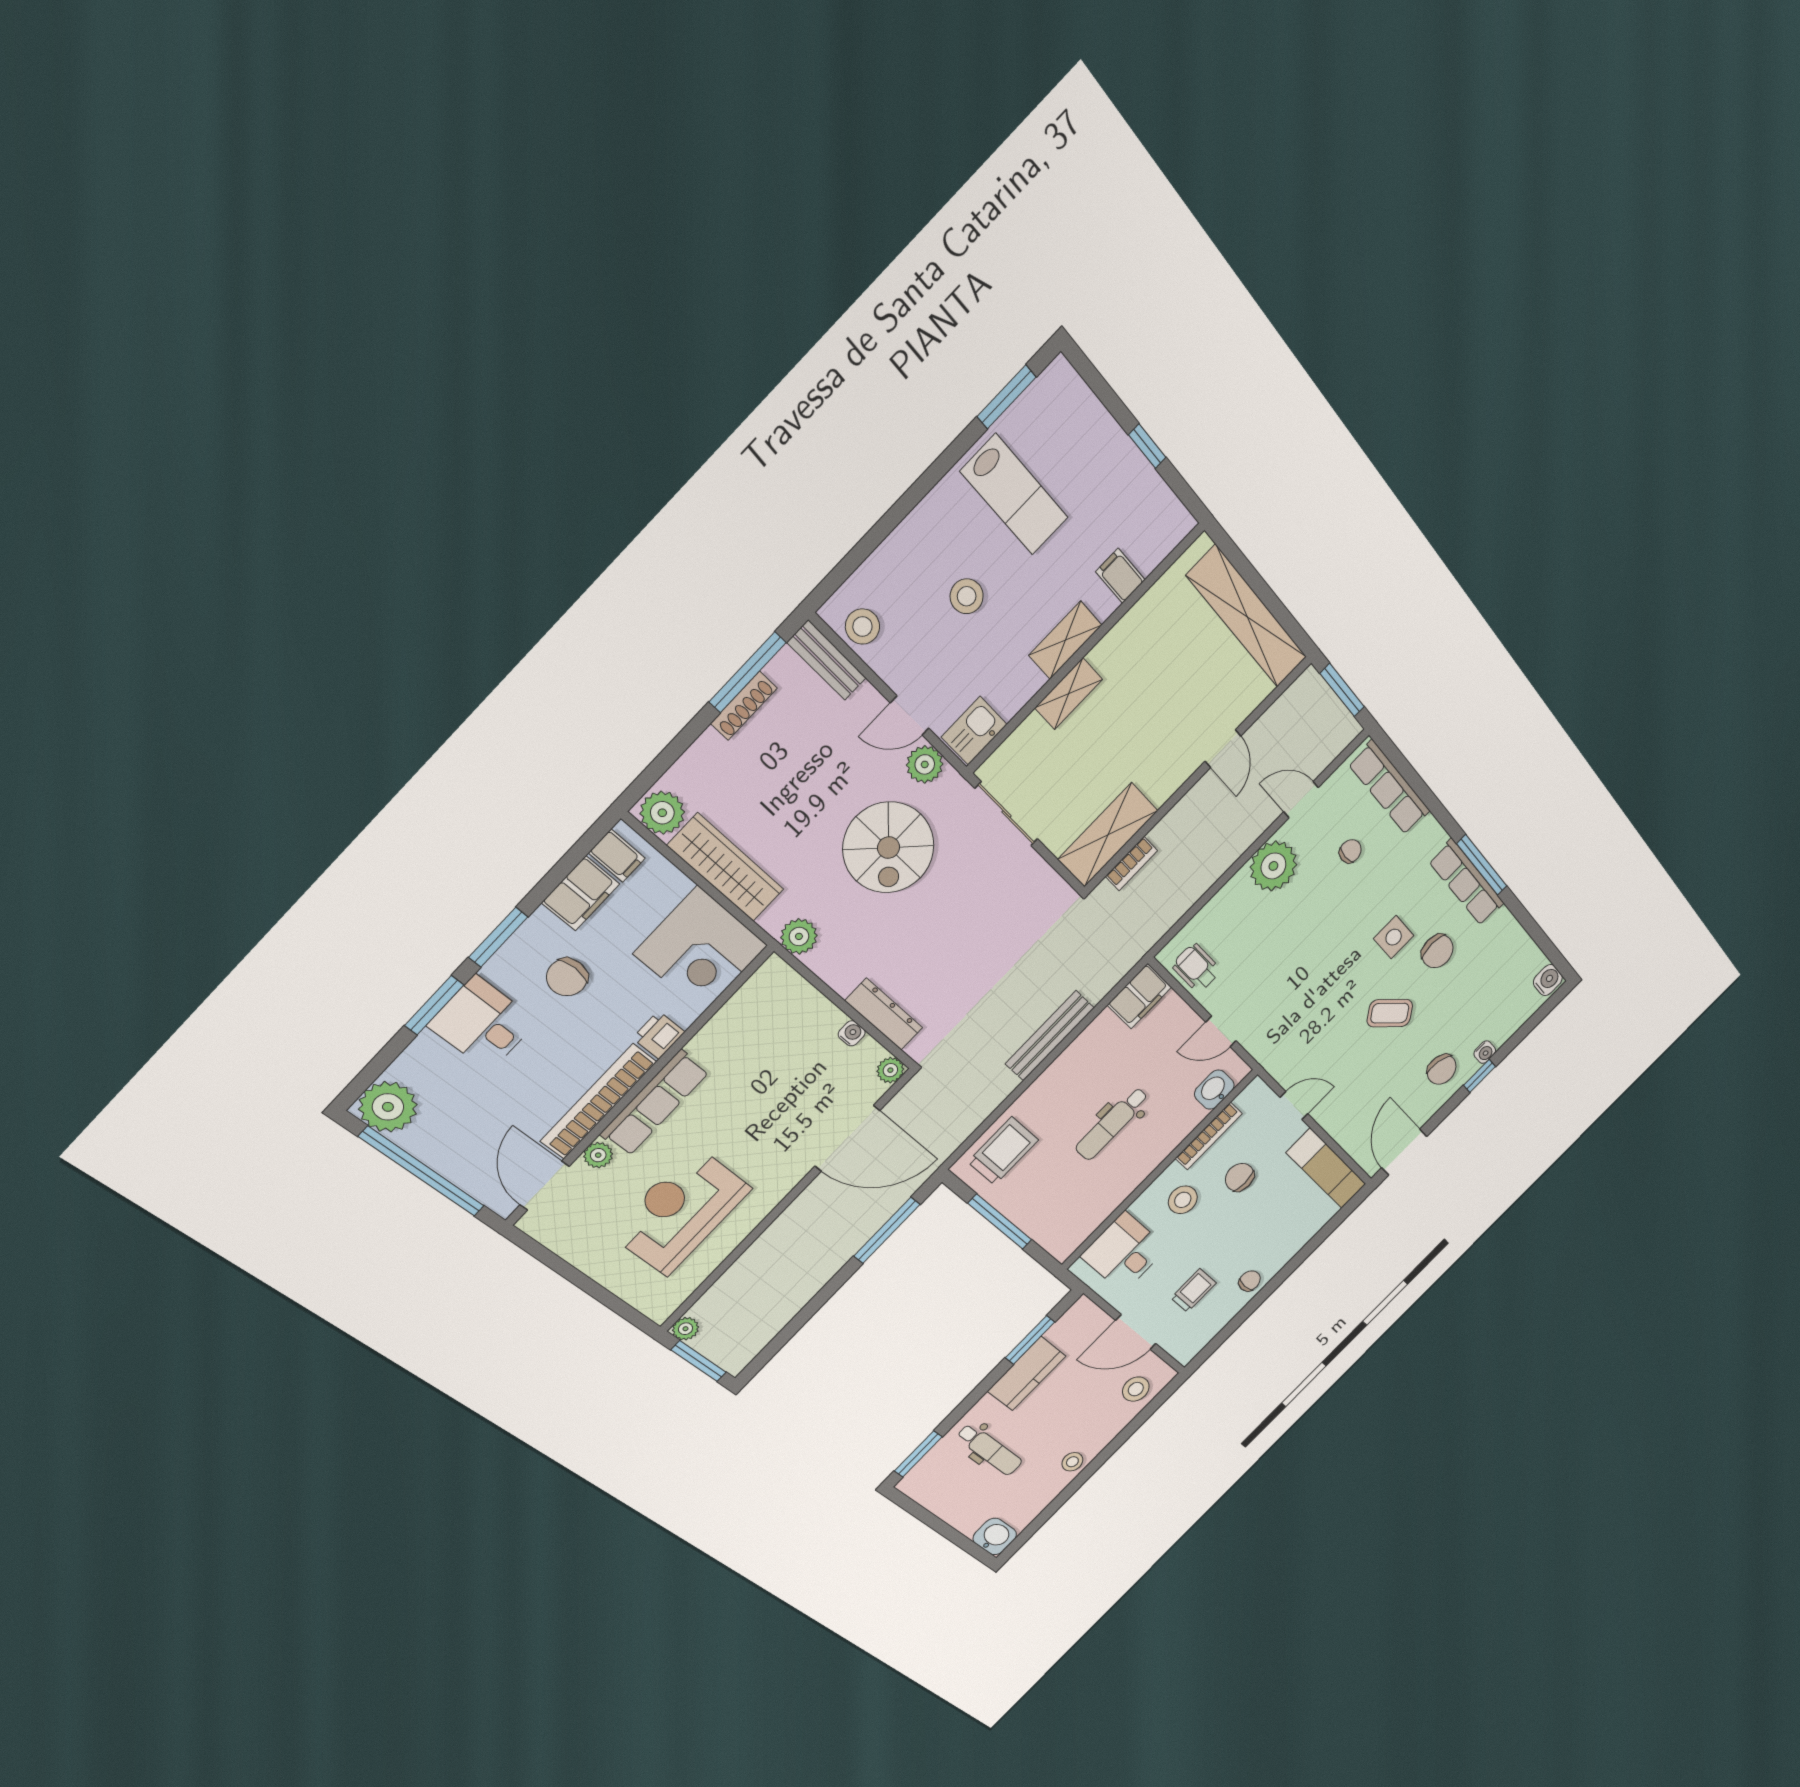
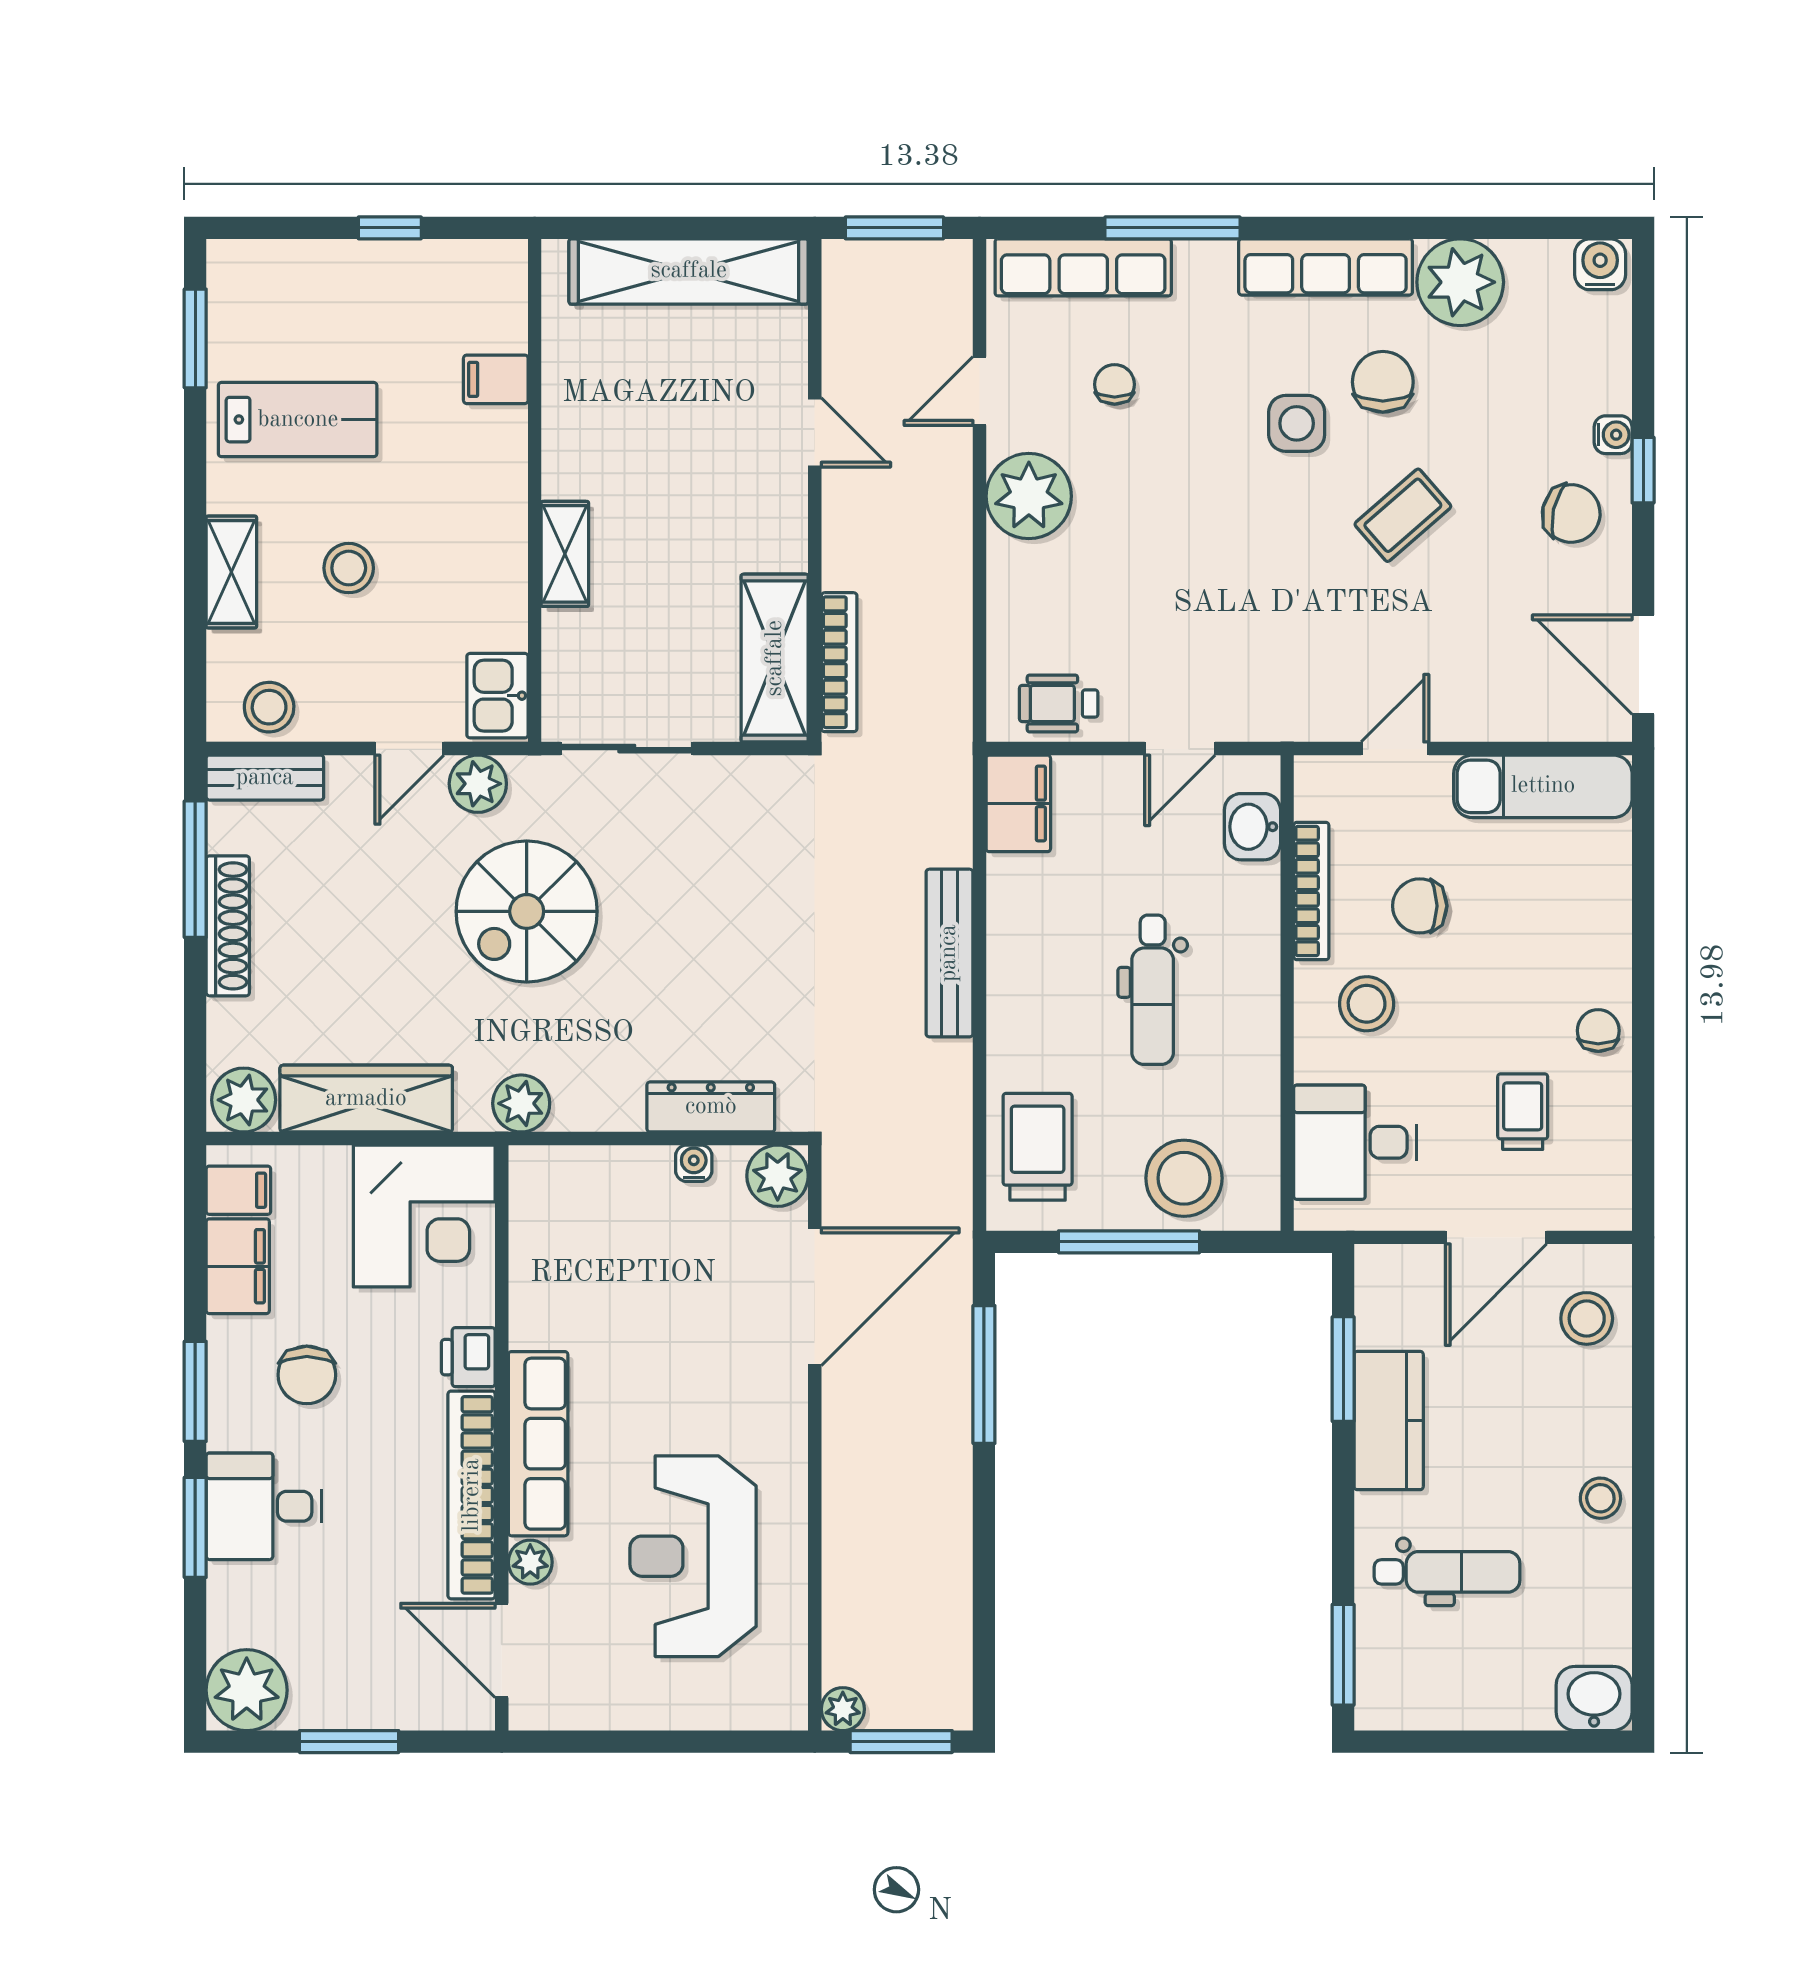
shelving: (1065, 640) -> (231, 572), moved
shoe rack: (744, 706) -> (228, 926), width x1.36, depth x1.24
spiral stairs: (889, 848) -> (527, 911), turned 90
bookcase: (1131, 864) -> (839, 662), width x1.56
window: (1482, 865) -> (1172, 228), moved
plant: (1501, 938) -> (1460, 282), added
chair: (1437, 951) -> (1383, 382), turned -90
plant: (890, 1070) -> (778, 1176), width x1.38, depth x1.38
window: (422, 1172) -> (349, 1742), width x0.47
stool: (1047, 1213) -> (1184, 1178), added

